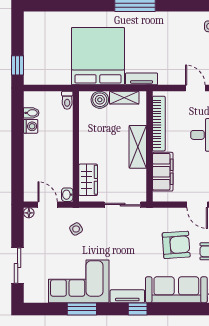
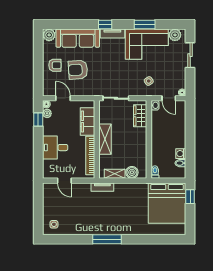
bed: (98, 56) -> (167, 203), moved
plant: (39, 294) -> (175, 35), added

